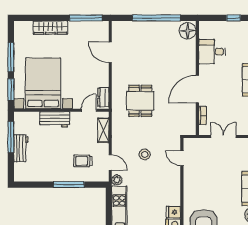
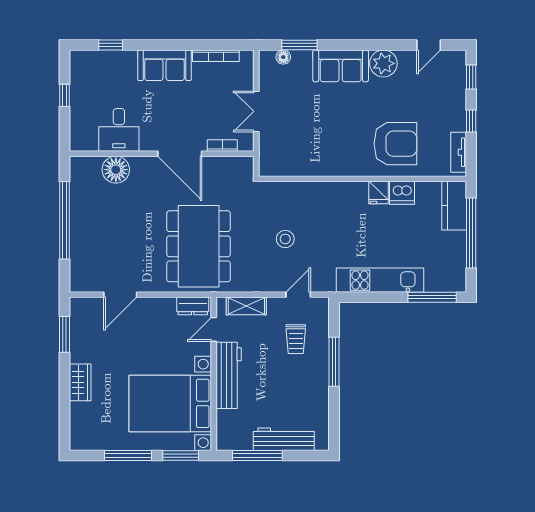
window: (86, 18) -> (64, 334), width x0.69
wardrobe: (50, 28) -> (80, 382), width x0.67
floor lamp: (188, 31) -> (116, 170), moved
dining table: (140, 101) -> (199, 246), width x1.88, depth x1.24
door: (89, 110) -> (214, 329), hinge flipped
workbench: (55, 119) -> (229, 375), width x1.38
workbench: (21, 148) -> (284, 439), width x1.38
door: (182, 158) -> (291, 179), removed
plant: (117, 180) -> (327, 284), removed

